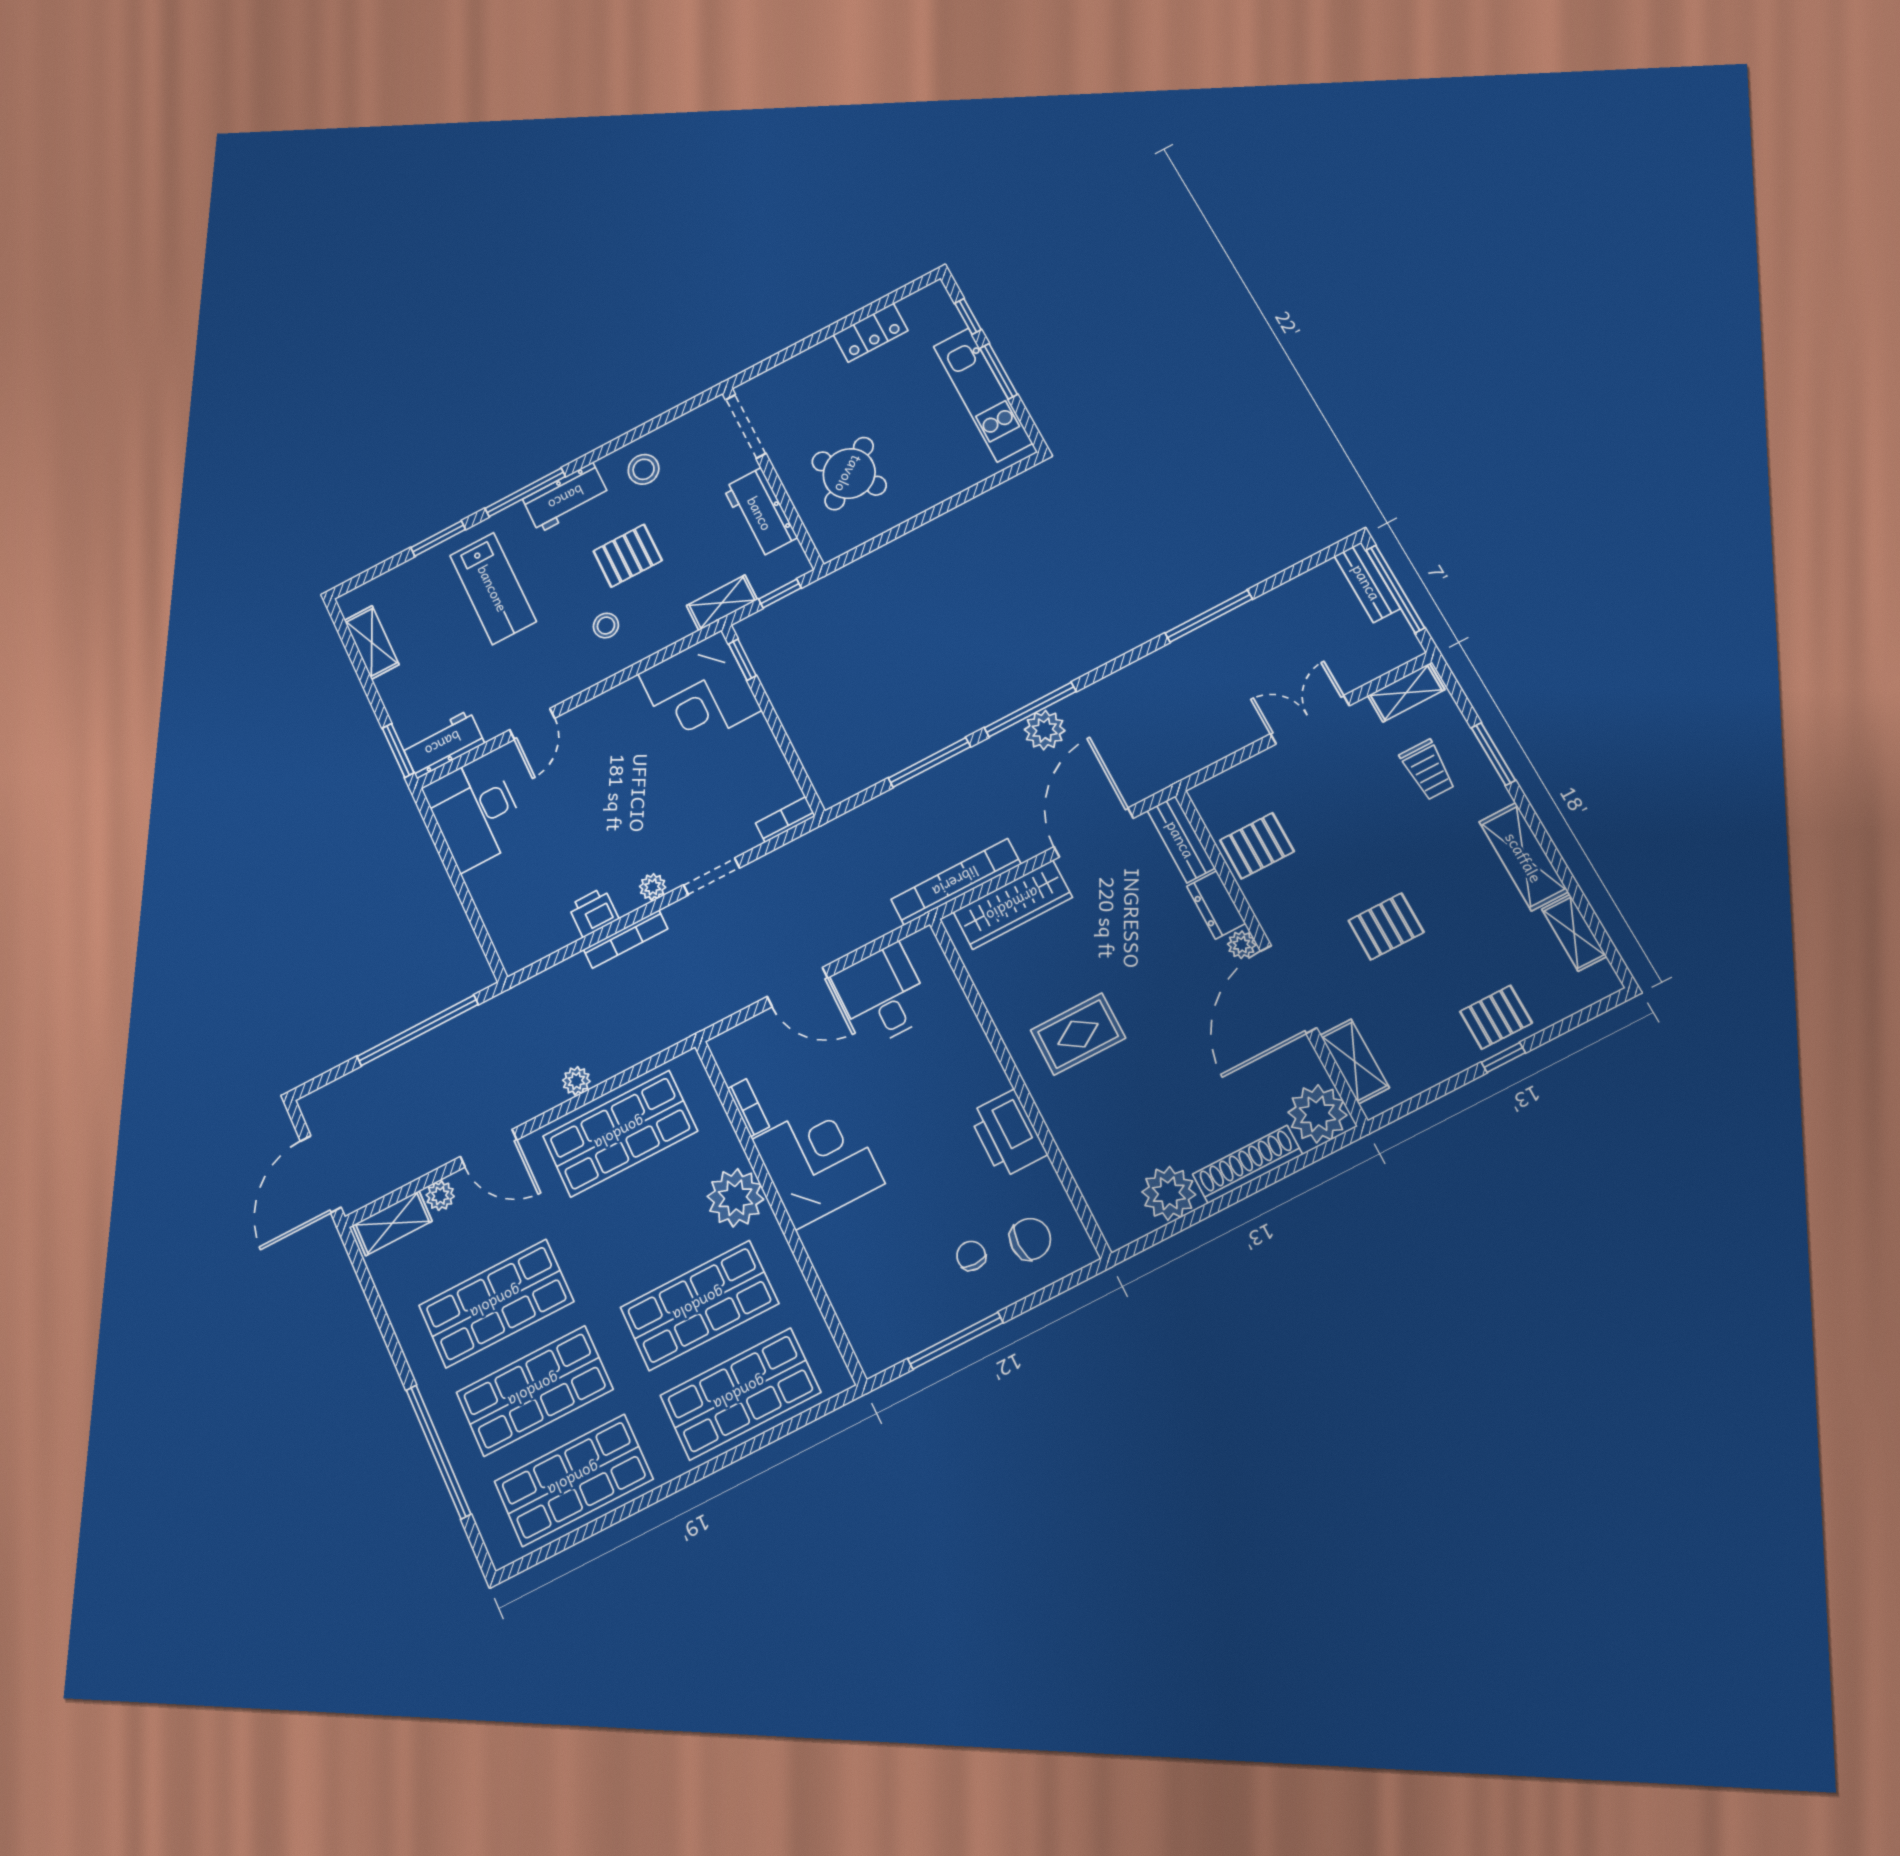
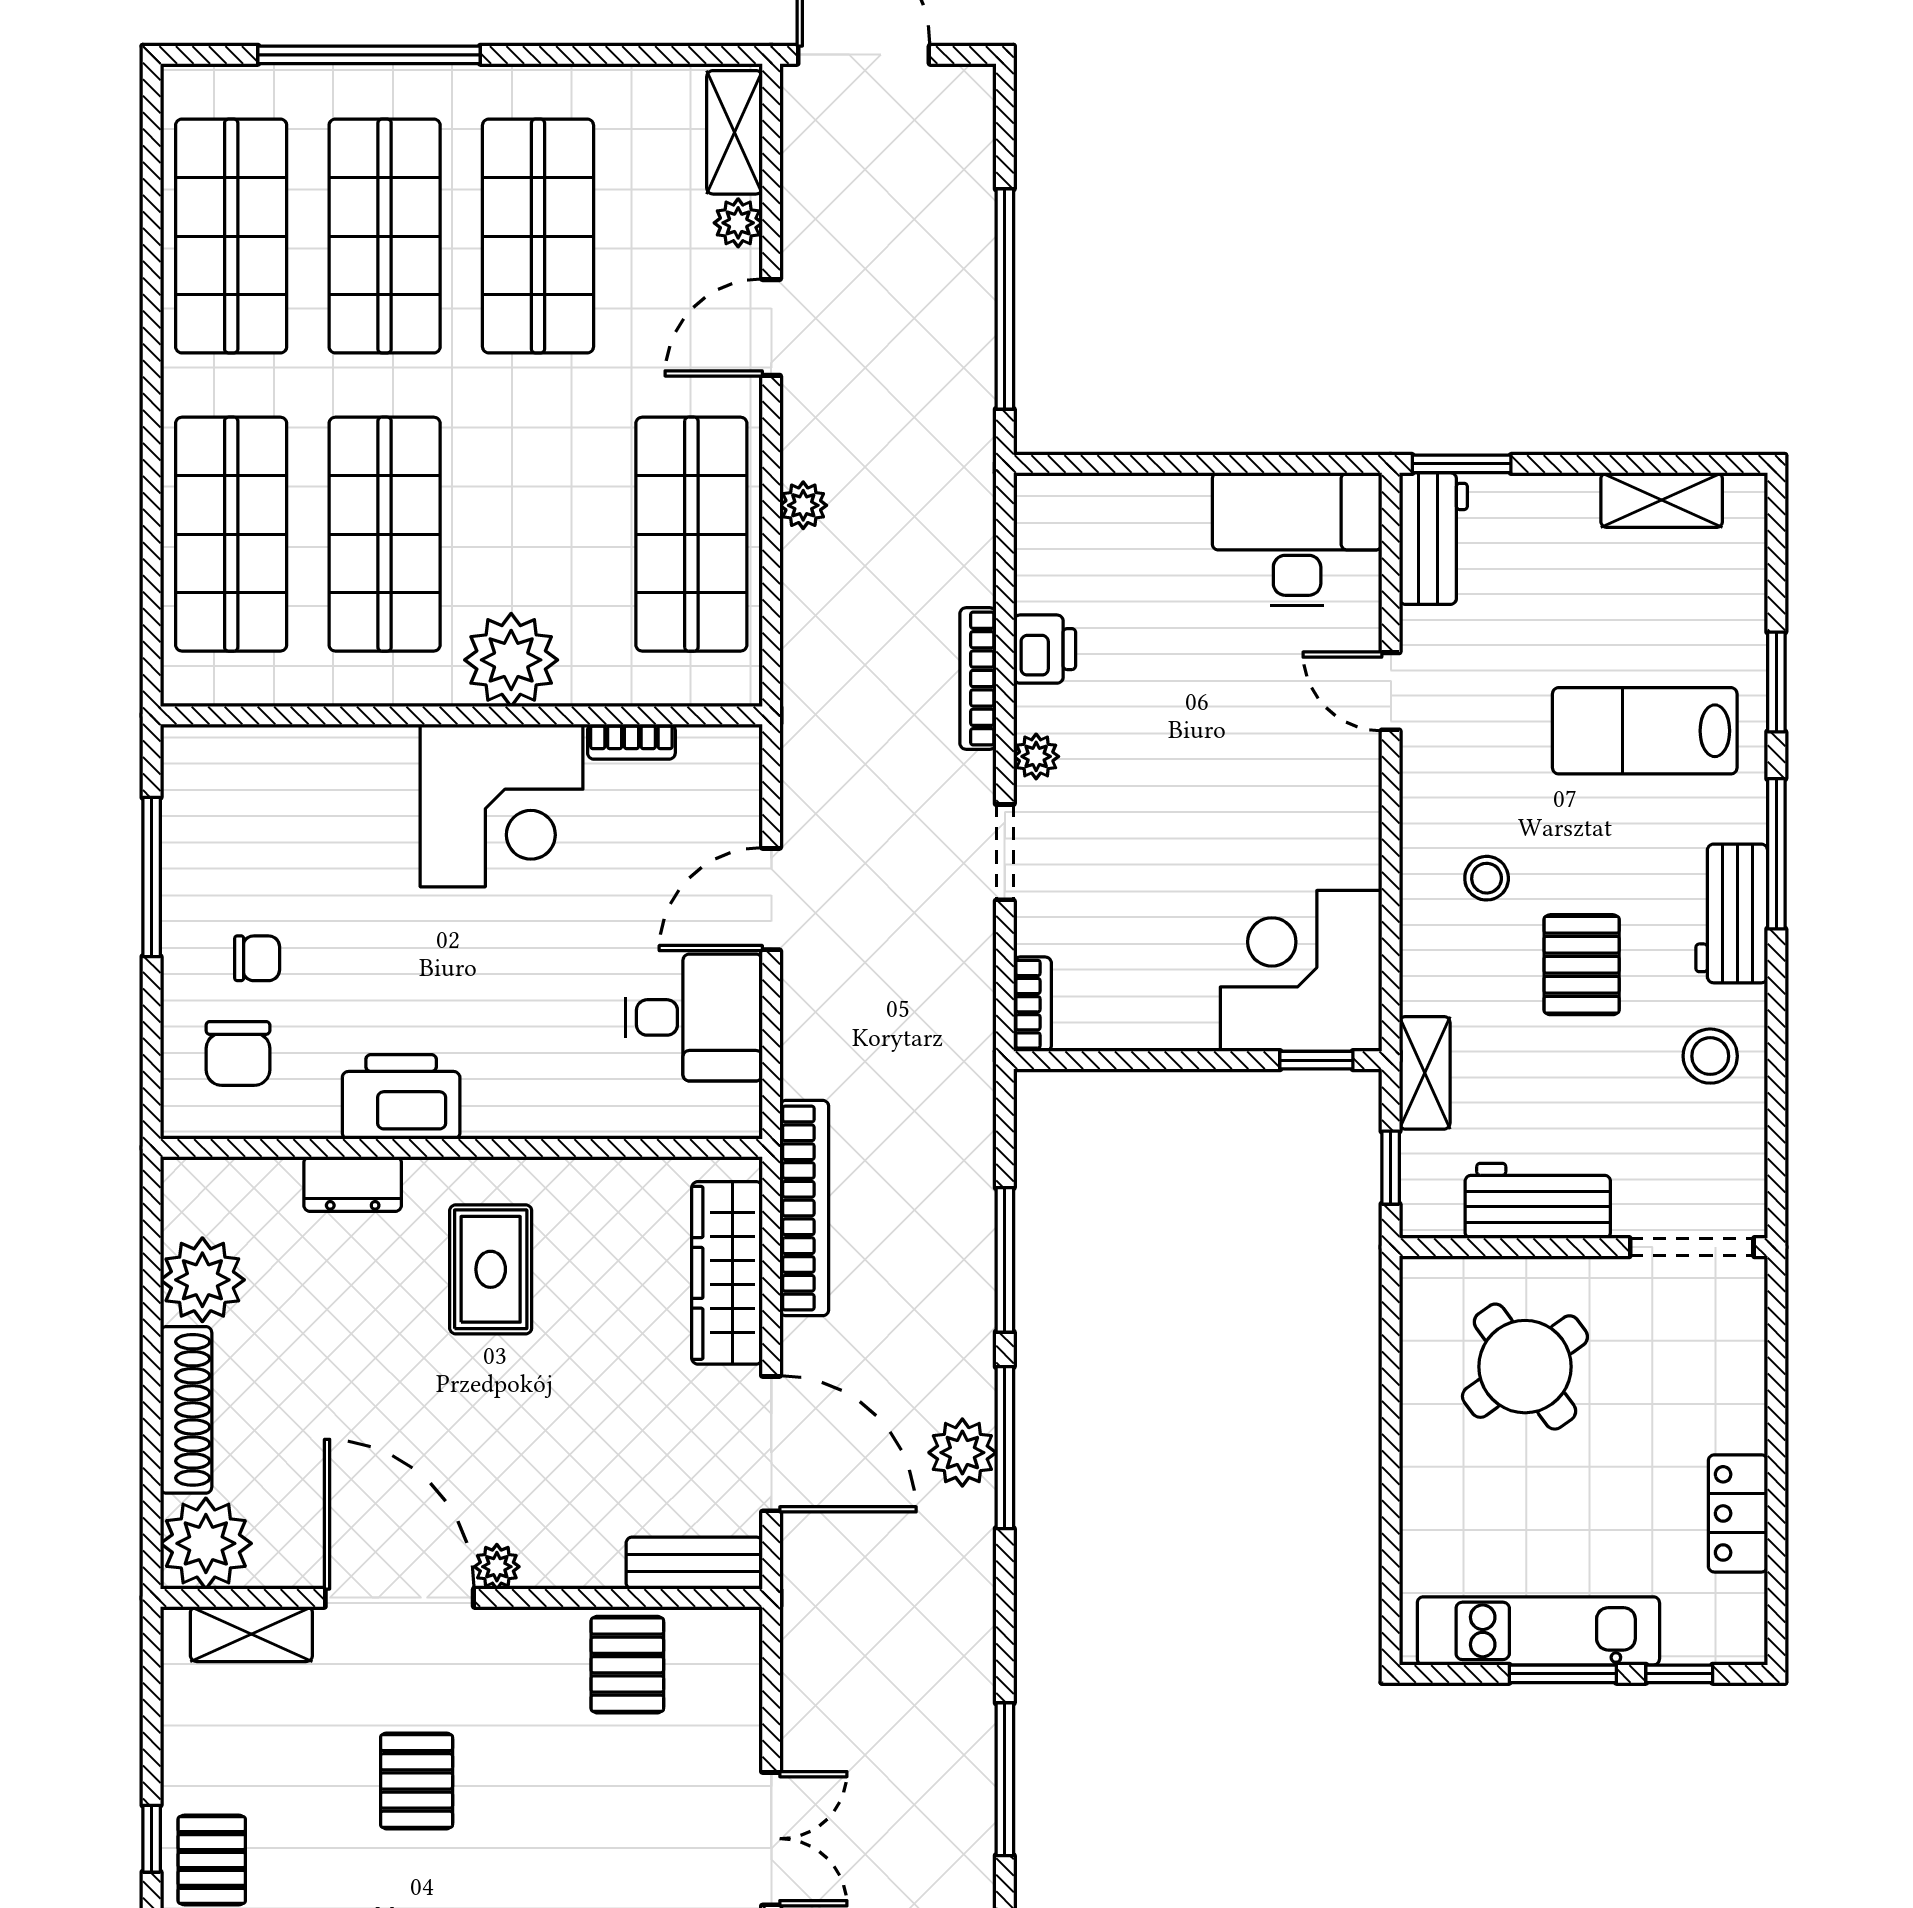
dresser: (1216, 905) -> (353, 1184), moved, turned 180

